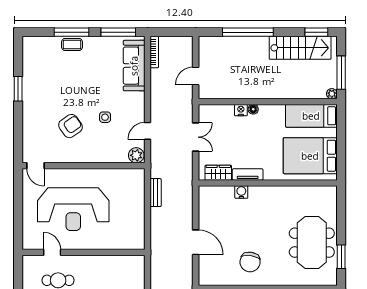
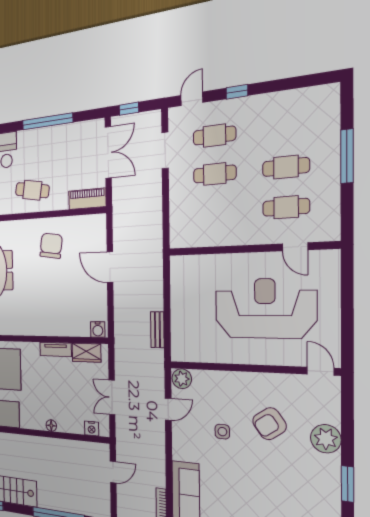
nightstand: (241, 110) -> (92, 428), moved
plant: (32, 119) -> (326, 439), added
water cooler: (241, 192) -> (98, 329), moved

